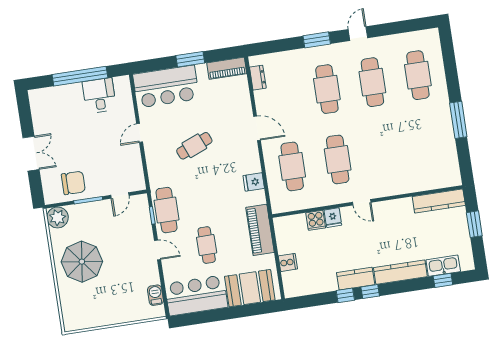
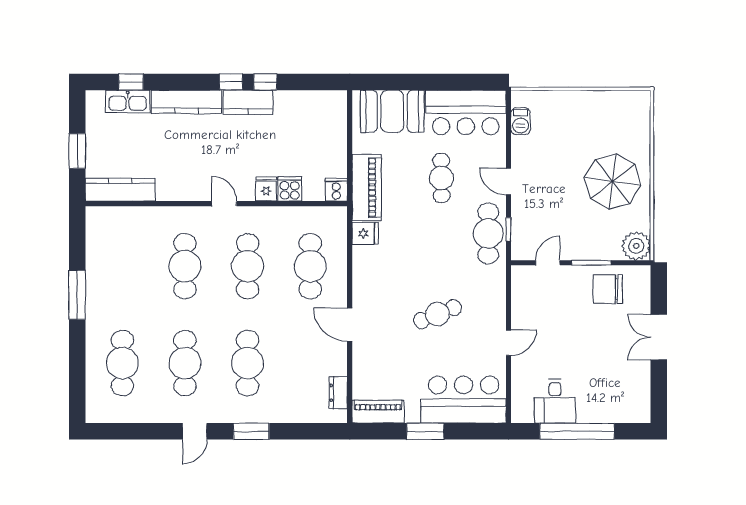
cafe table: (383, 152) -> (185, 266), added
fridge: (254, 182) -> (365, 233), moved
cooker: (288, 262) -> (336, 190), moved, turned 90

